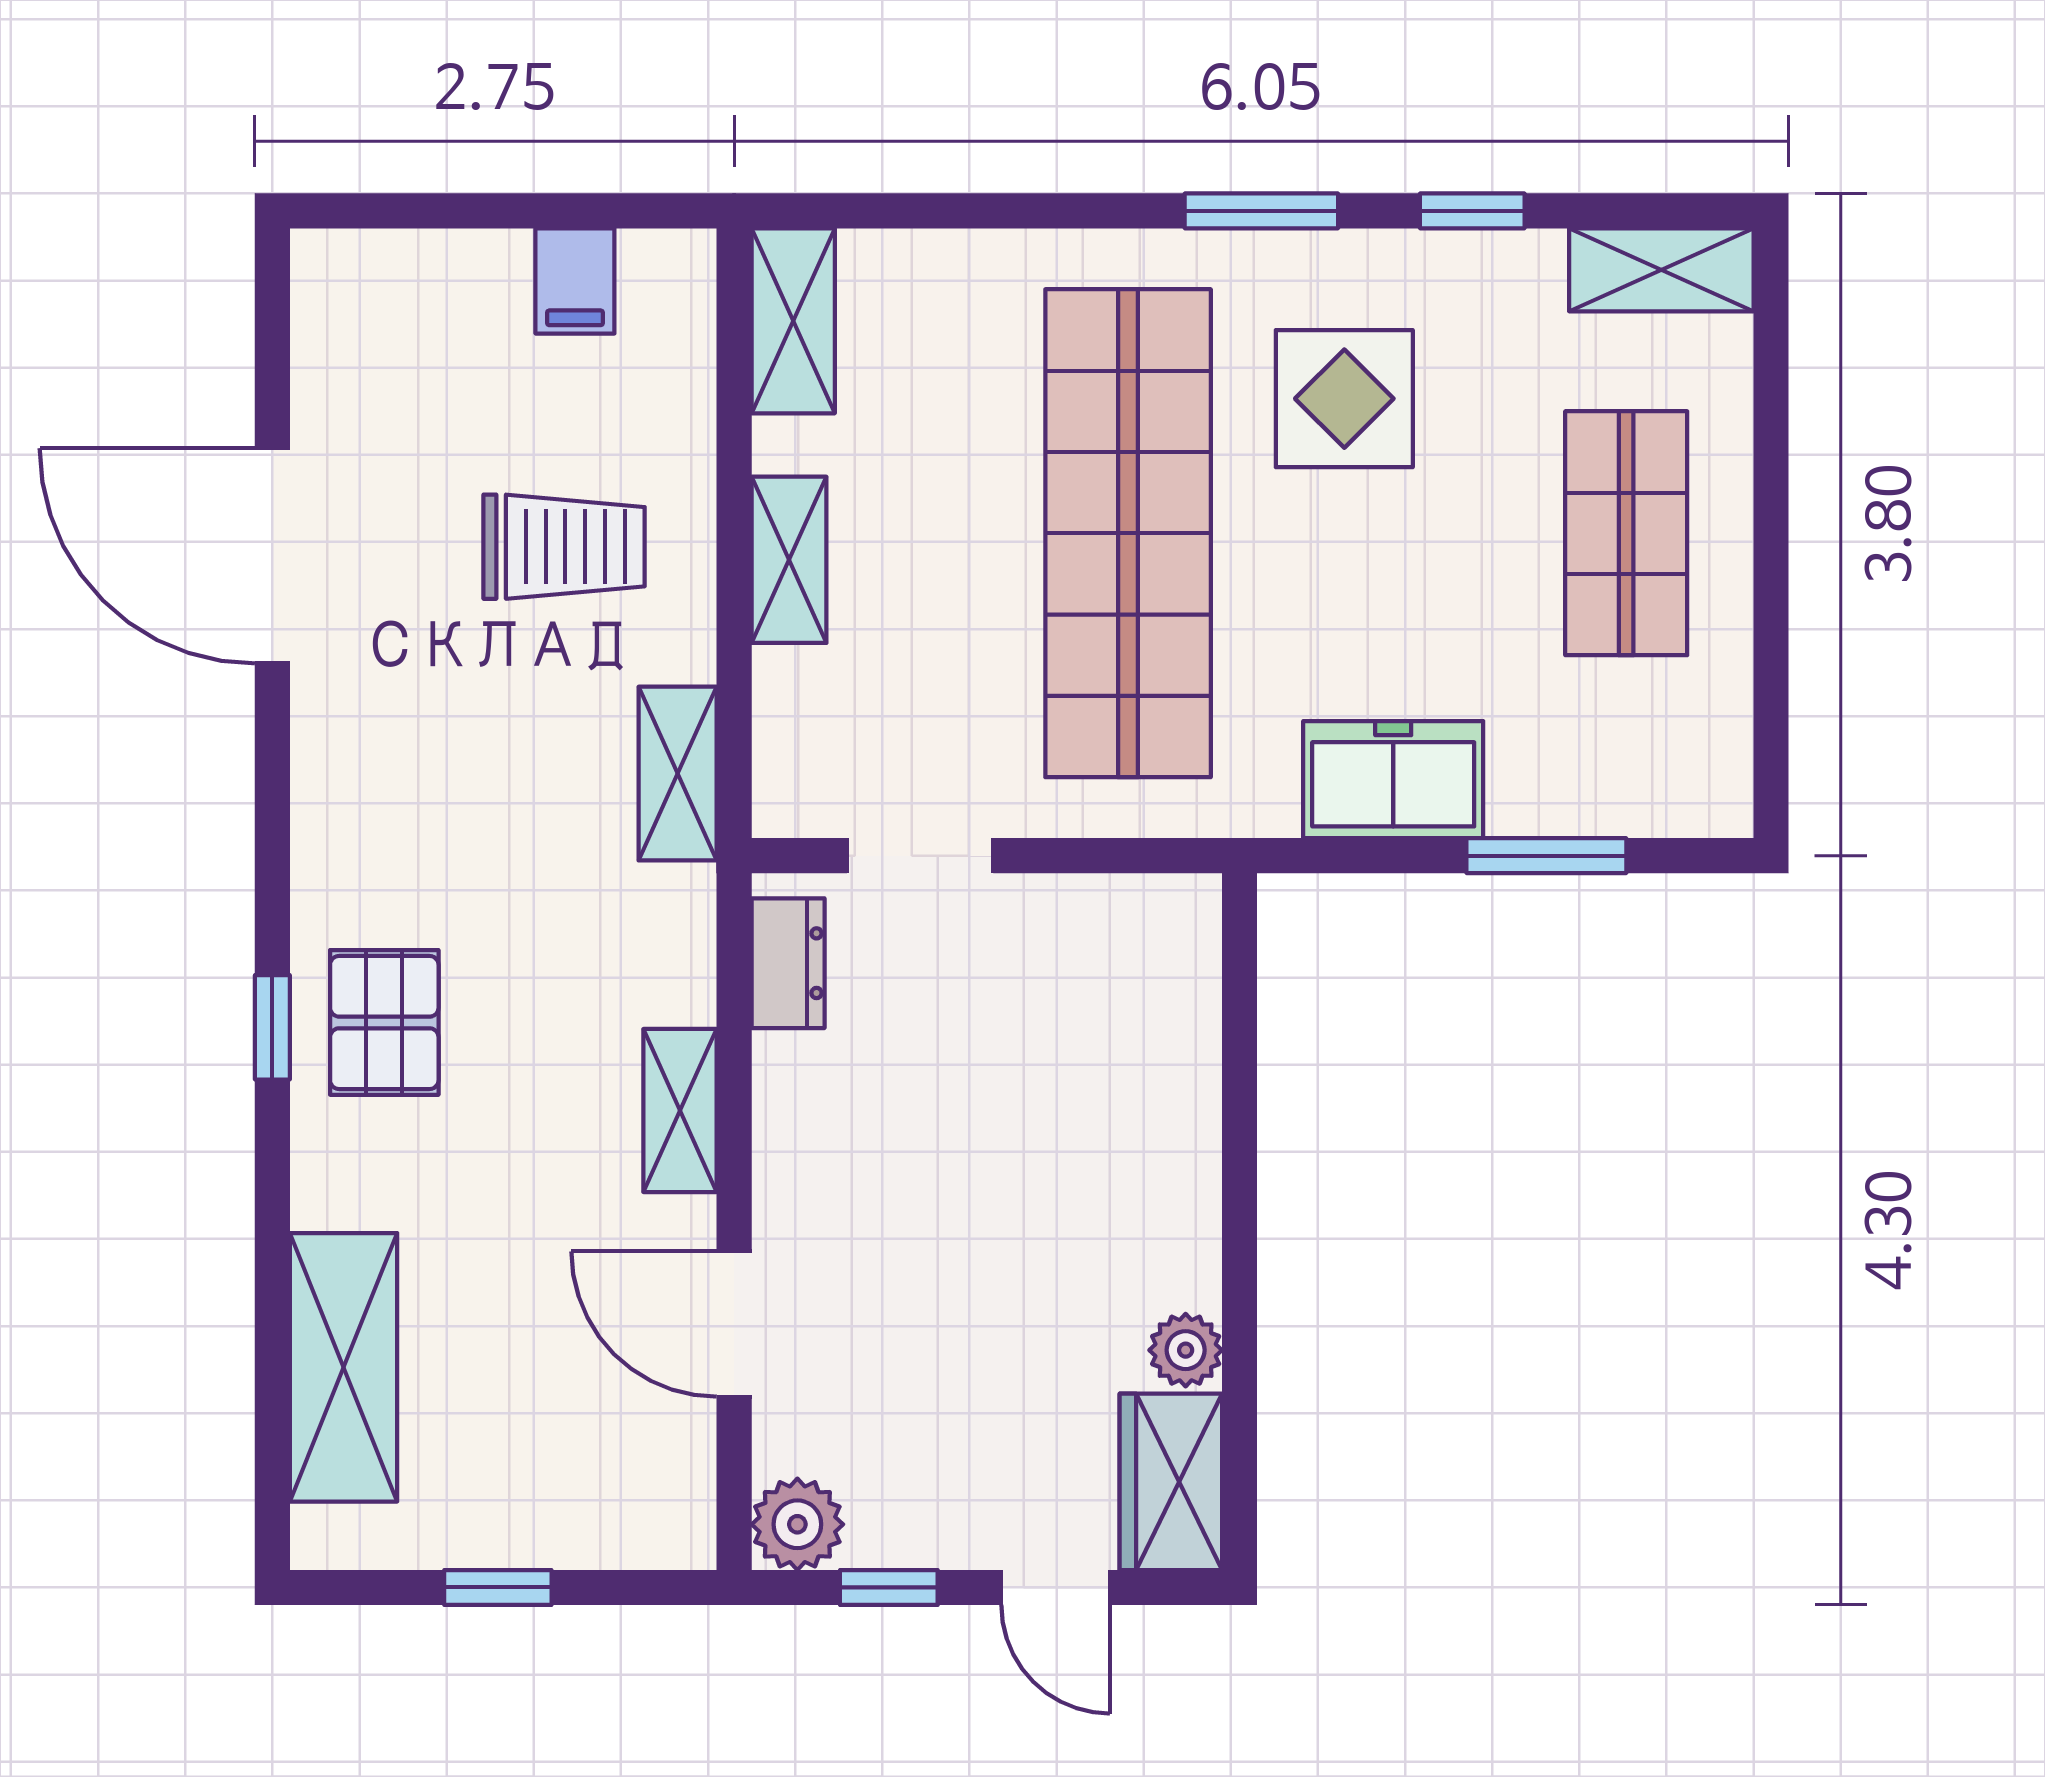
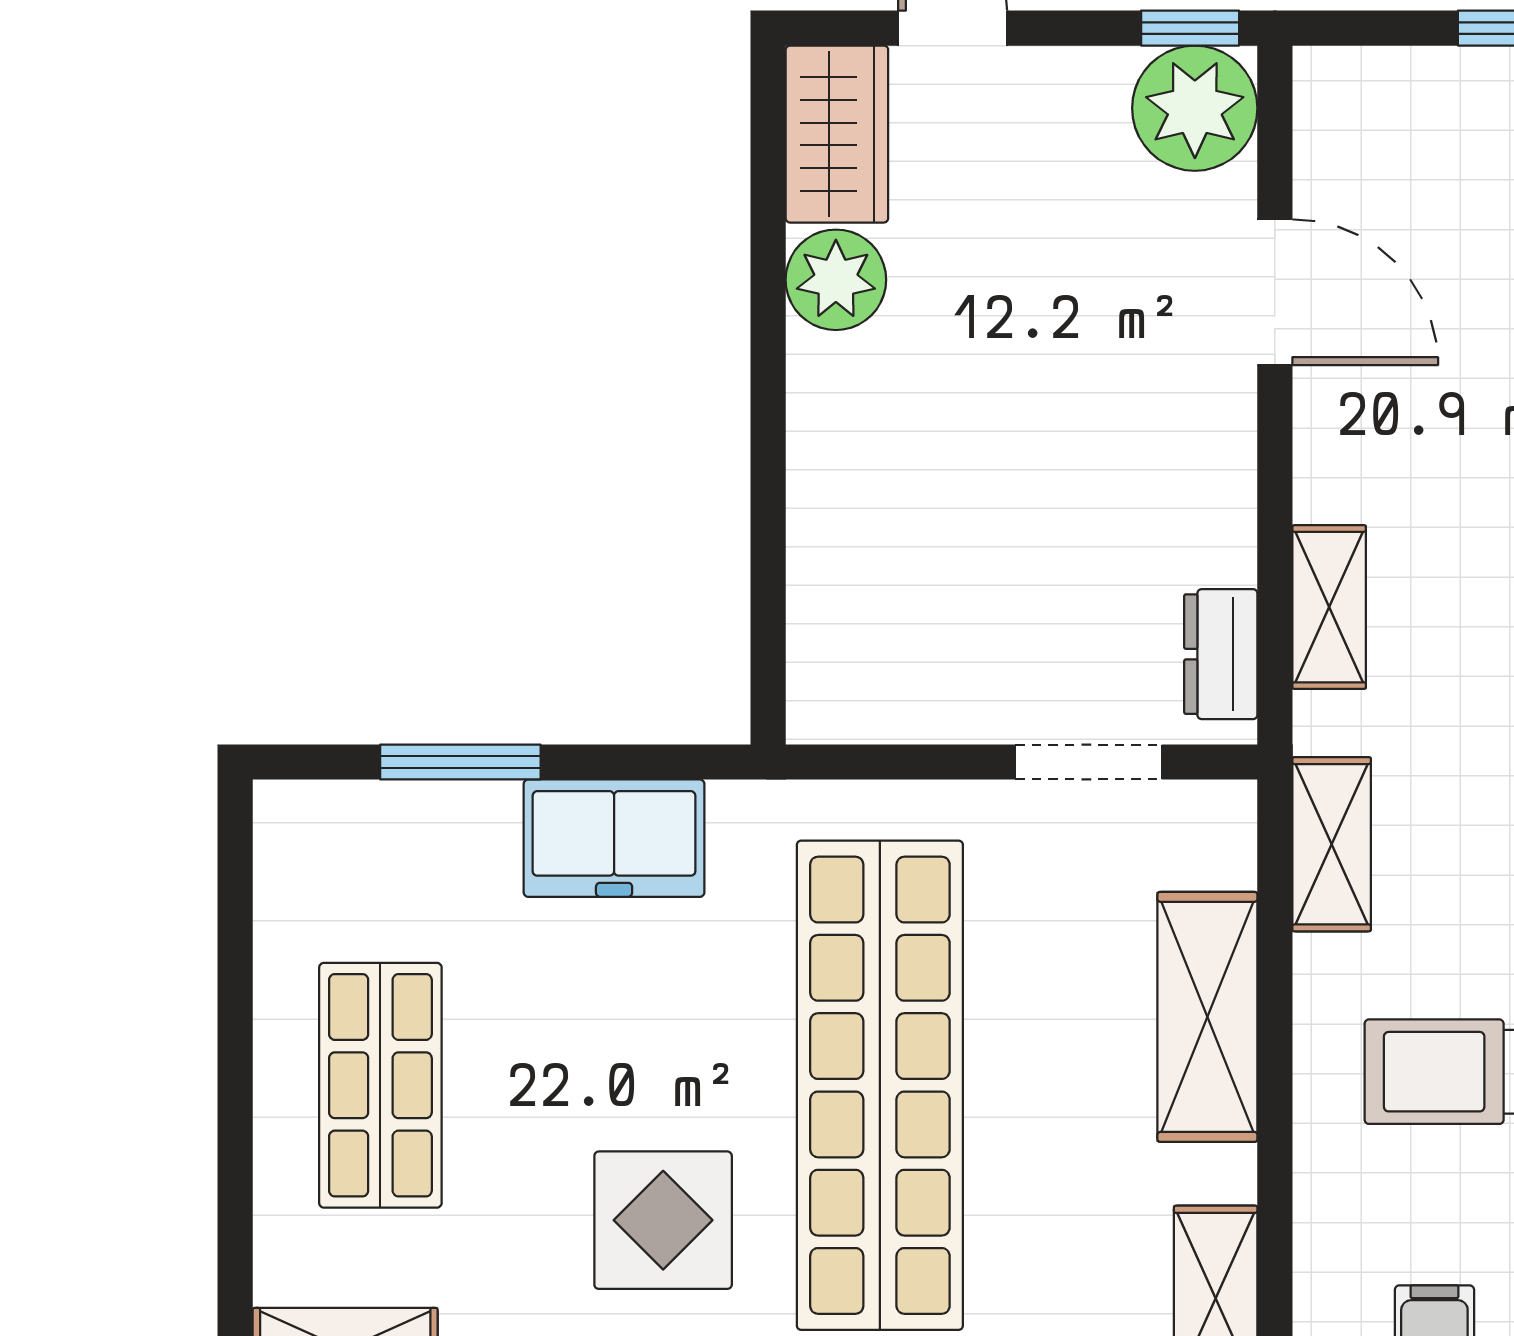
shelving: (789, 560) -> (1207, 1017), width x1.50, depth x1.33
shelving: (680, 1110) -> (1329, 607), moved
plant: (1186, 1350) -> (836, 280), width x1.38, depth x1.38
plant: (797, 1524) -> (1195, 108), width x1.36, depth x1.36
window: (889, 1587) -> (1190, 28), moved

